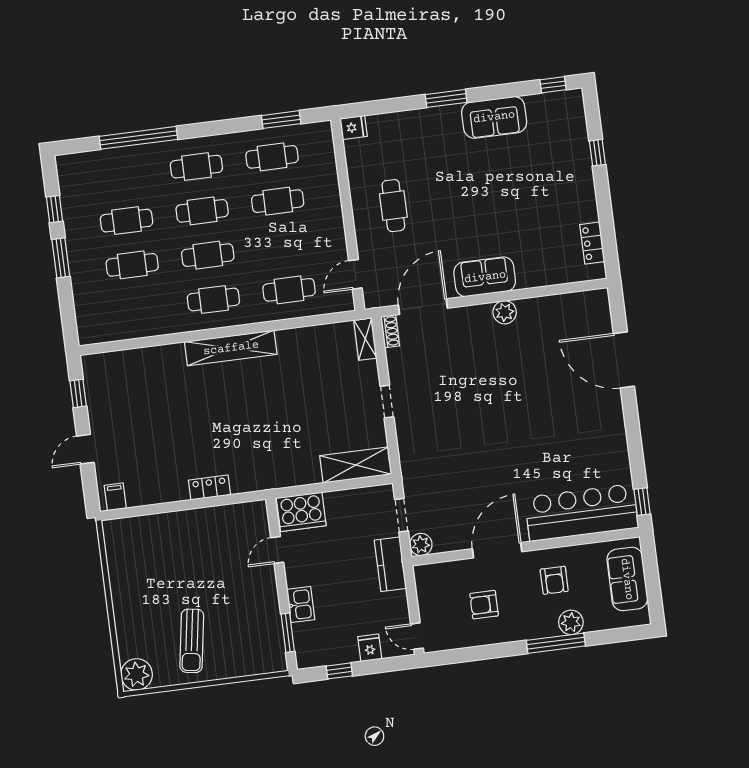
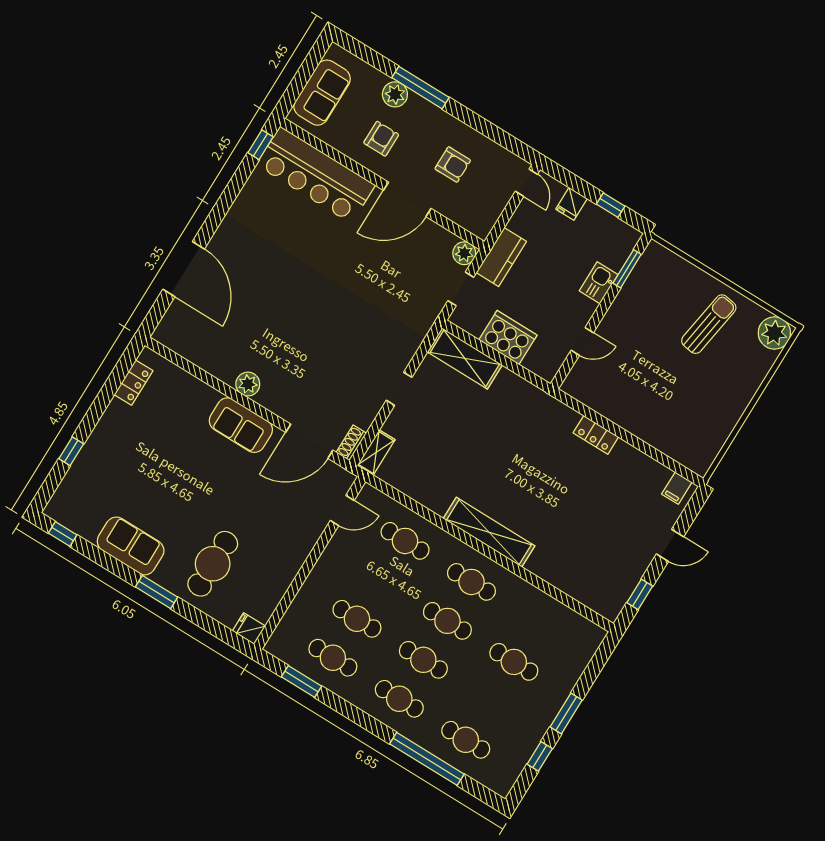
cafe table: (393, 206) -> (213, 564), moved, width x1.37, depth x1.35
cafe table: (126, 221) -> (466, 740), moved
cooker: (301, 512) -> (508, 338), moved

